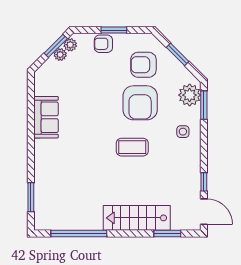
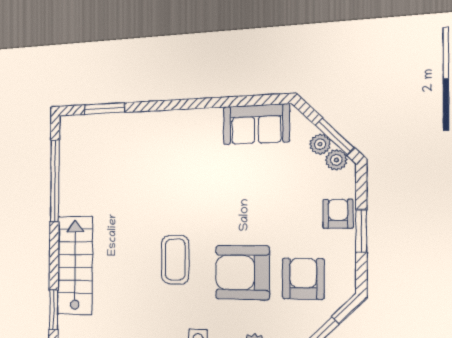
sofa: (46, 117) -> (256, 124), moved

